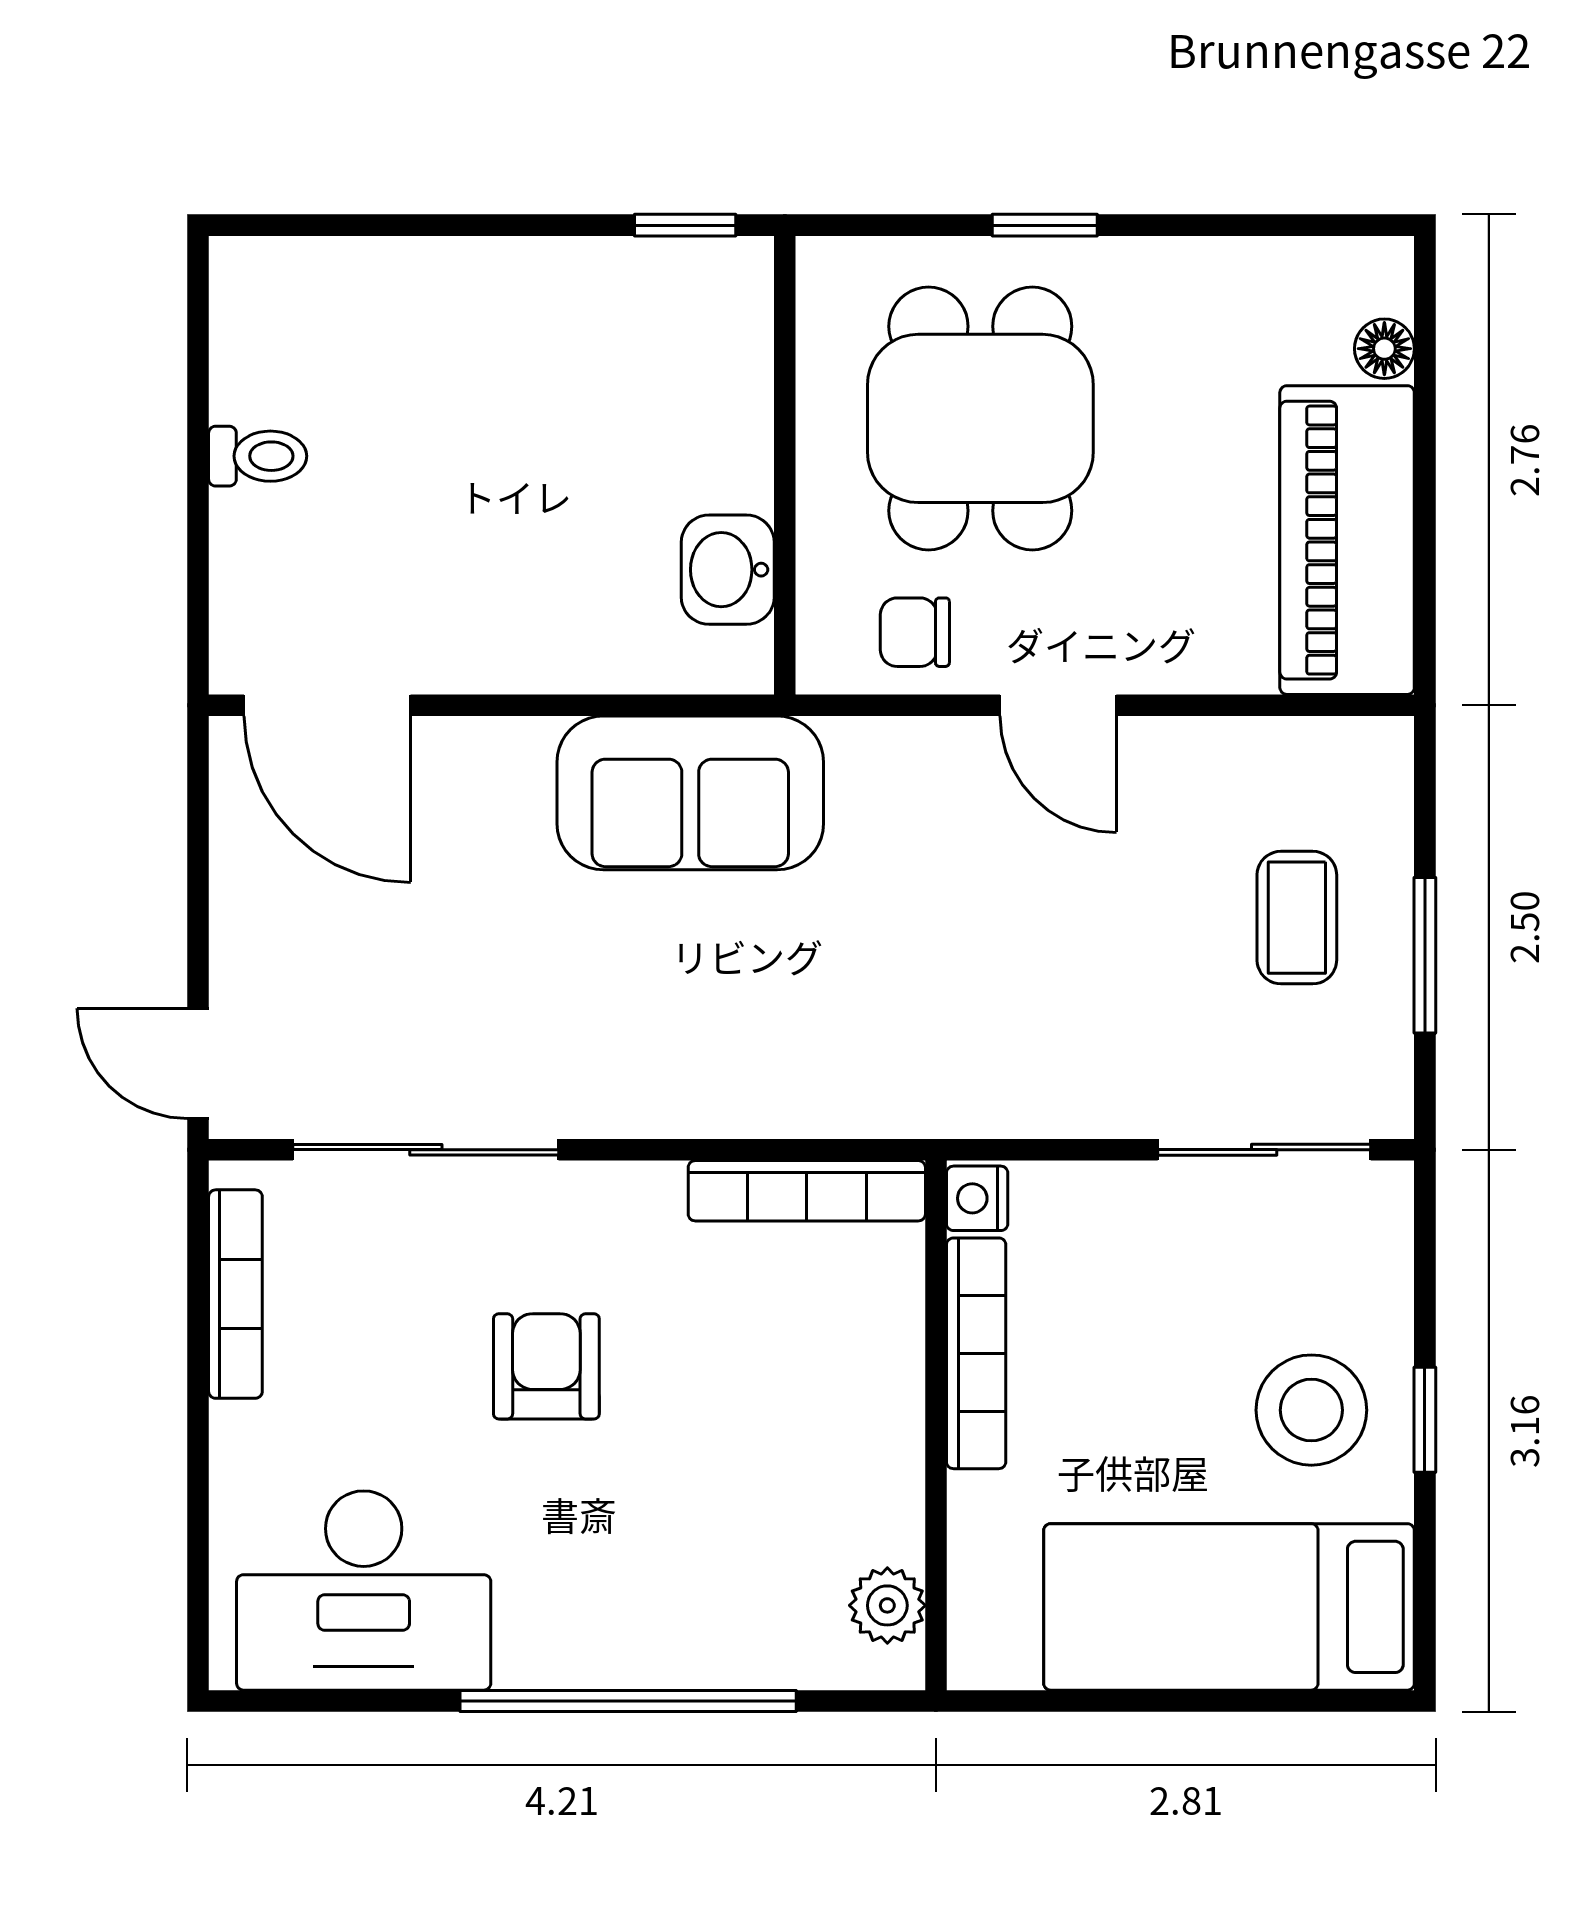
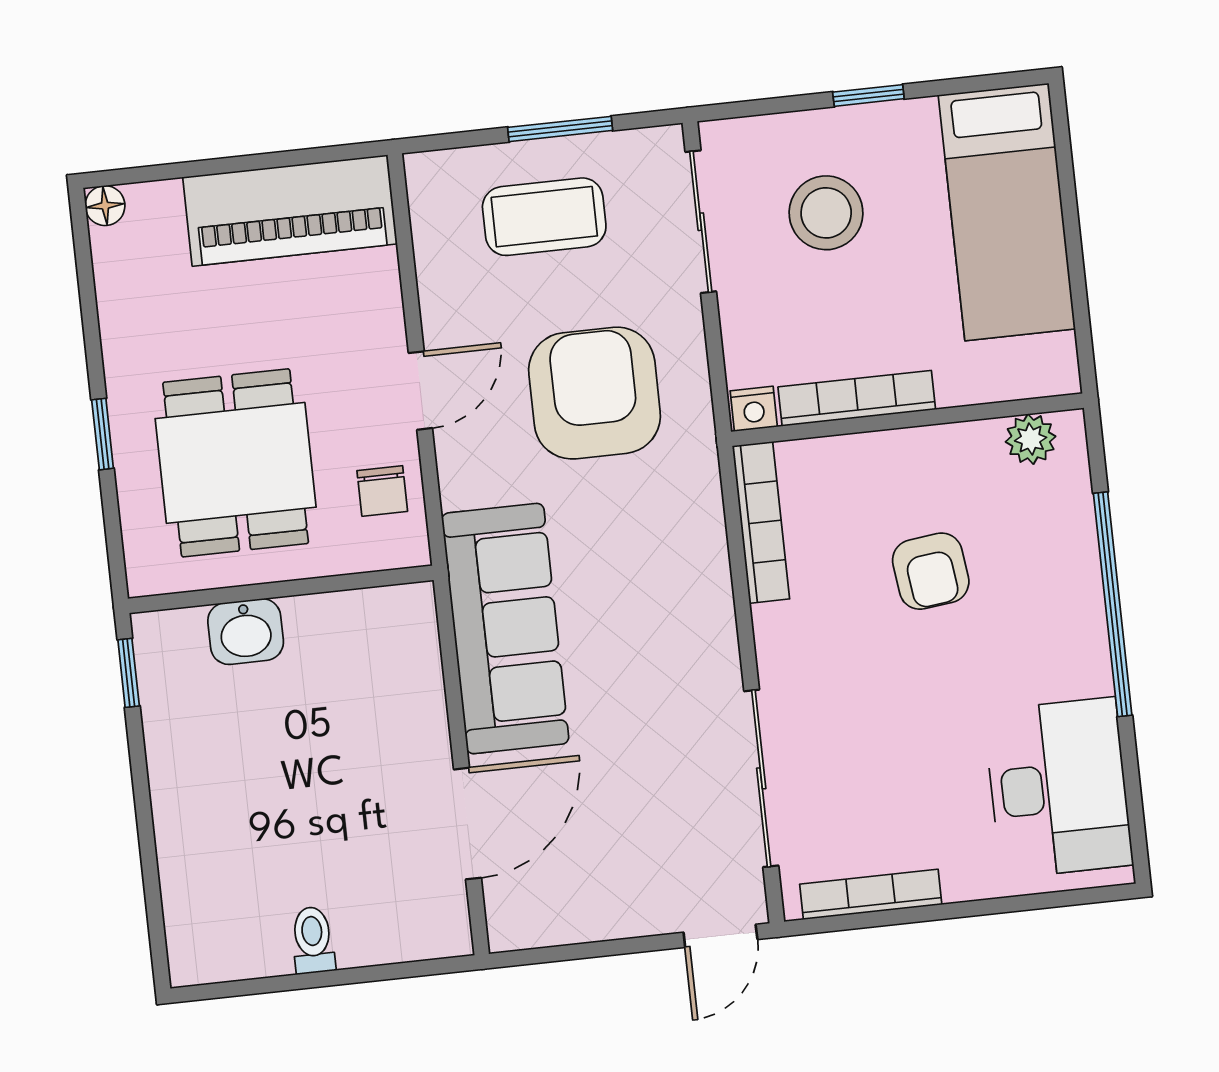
floor lamp: (1384, 349) -> (105, 206), moved
dining table: (980, 418) -> (236, 463), turned 90
washbasin: (728, 570) -> (246, 632), moved
door: (327, 705) -> (467, 824), moved
sofa: (690, 793) -> (505, 629), width x1.36
coffee table: (1297, 918) -> (544, 217), width x1.36, depth x1.30
armchair: (1026, 964) -> (595, 393), added
armchair: (546, 1366) -> (931, 571), moved, turned -97
stool: (1311, 1410) -> (826, 213), moved

